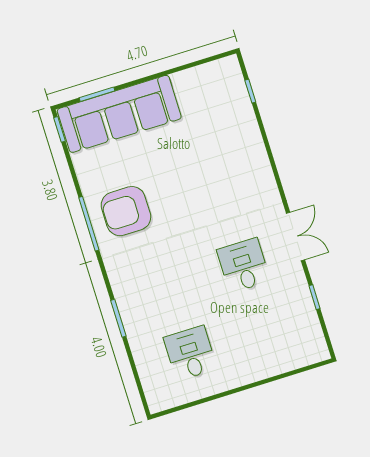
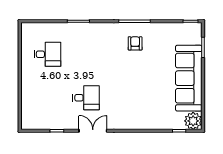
plant: (226, 72) -> (193, 121), added
sofa: (119, 114) -> (189, 78), moved
armchair: (126, 211) -> (135, 43), width x0.53, depth x0.53
double door: (296, 236) -> (93, 131), swing flipped

